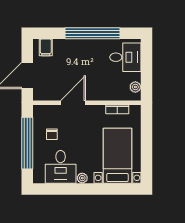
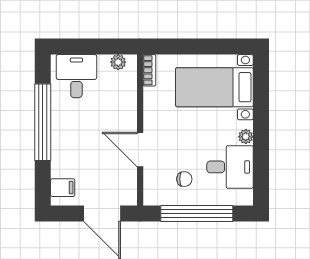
bookcase: (117, 109) -> (149, 70), moved

